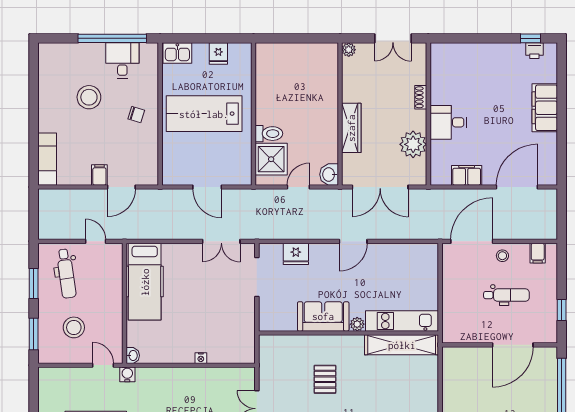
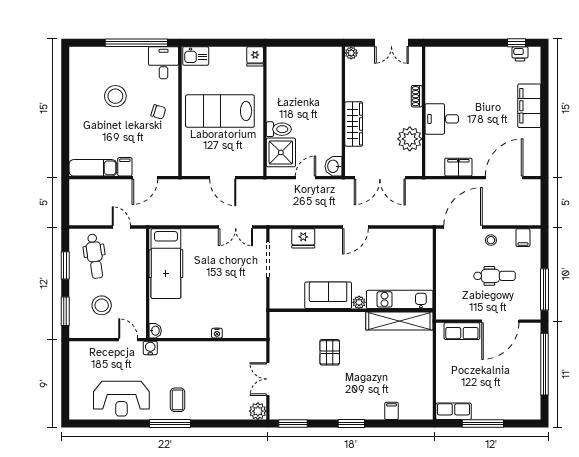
fridge: (218, 54) -> (255, 56), moved
desk: (122, 61) -> (164, 63), moved
exam couch: (47, 159) -> (93, 168), moved, turned -90
window: (562, 310) -> (545, 289), width x2.17
row of seats: (470, 356) -> (462, 331), added

